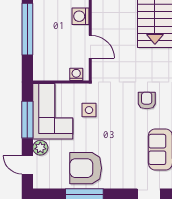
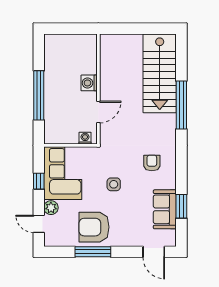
door: (90, 47) -> (98, 112), hinge flipped
side table: (89, 110) -> (114, 184), moved
window: (27, 120) -> (39, 181), width x0.46

